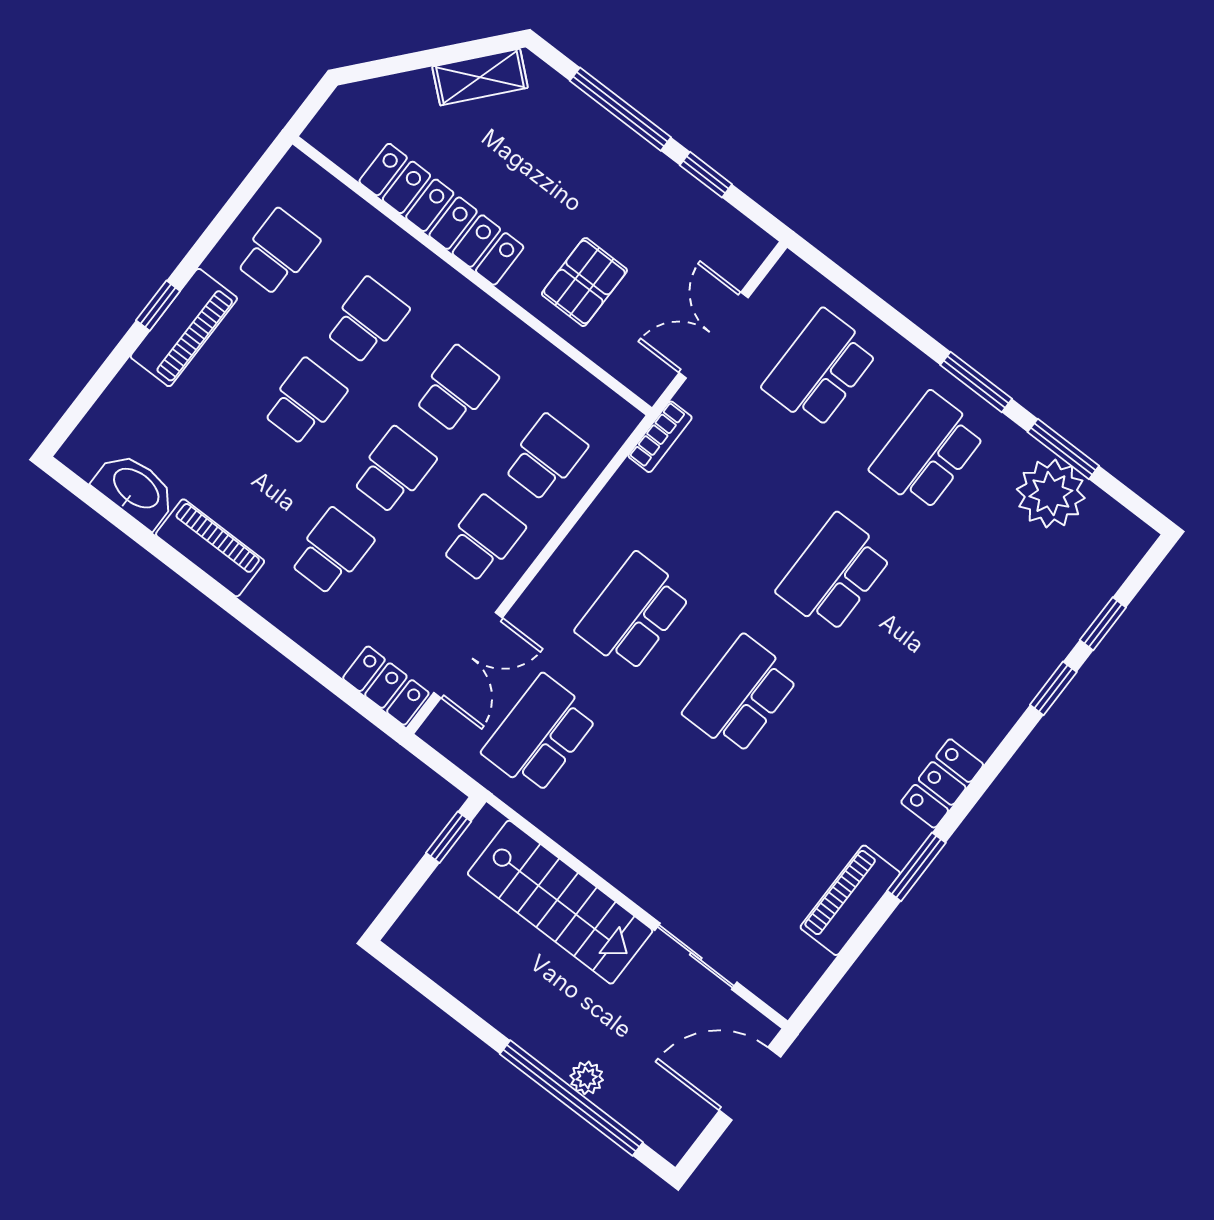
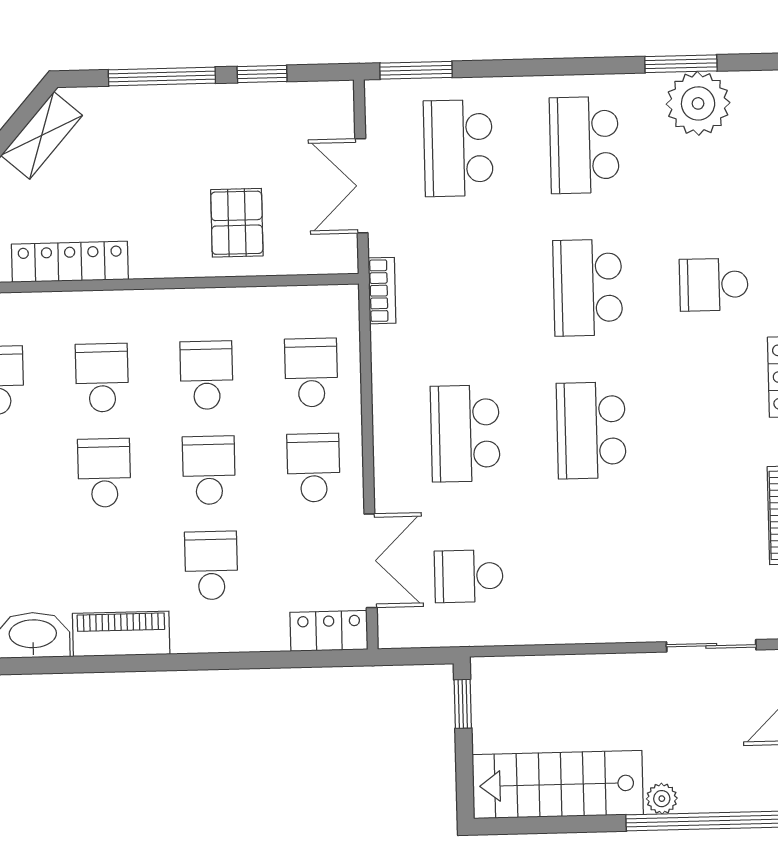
locker: (441, 214) -> (70, 262), width x0.71, depth x0.83
window: (976, 382) -> (416, 70), moved
school desk: (942, 656) -> (714, 285), added
school desk: (540, 734) -> (469, 576), width x0.54
stairs: (560, 902) -> (558, 785), moved, turned 180
plant: (587, 1078) -> (662, 799), moved

